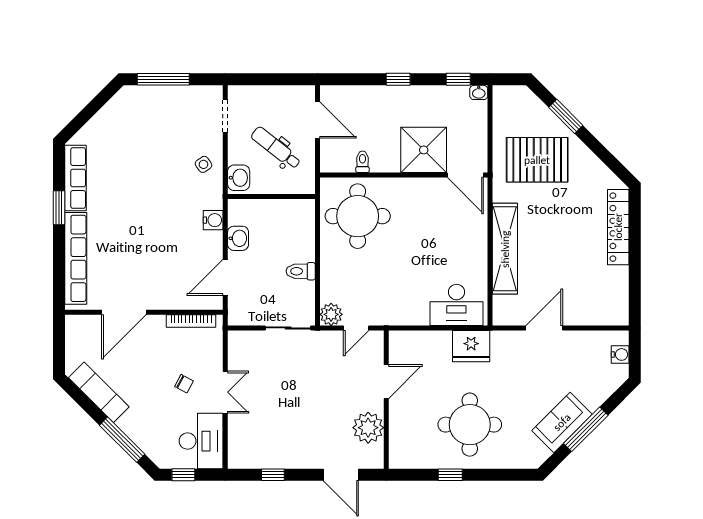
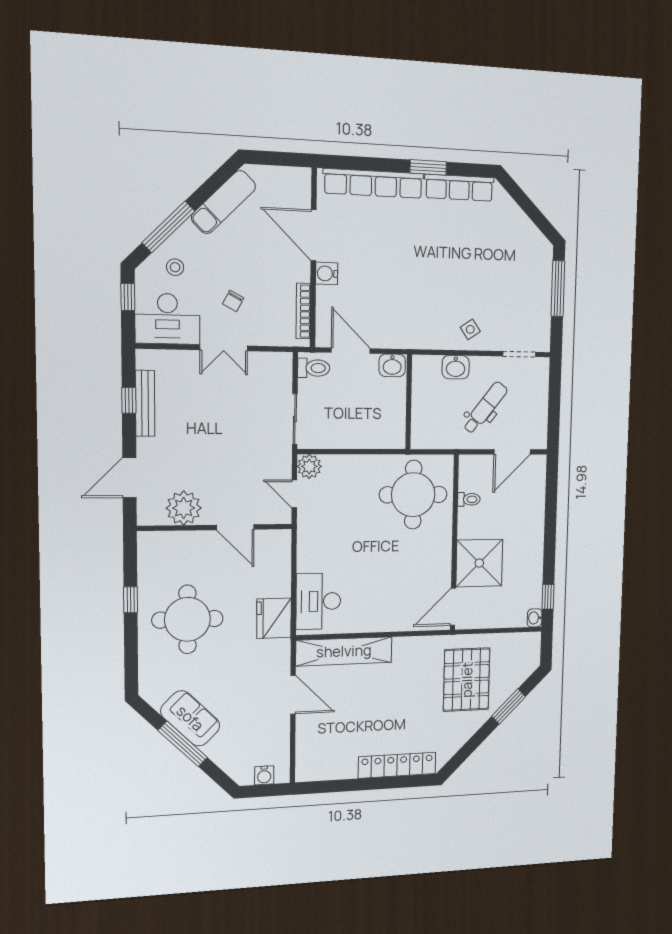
window: (398, 79) -> (550, 535), removed
wall: (271, 197) -> (409, 402), moved
water cooler: (213, 220) -> (327, 273), moved, turned 90
shelving: (505, 249) -> (344, 651), moved
toilet: (301, 271) -> (314, 368), moved, turned 90
stool: (156, 434) -> (175, 267), added
bench: (275, 461) -> (145, 403), added

